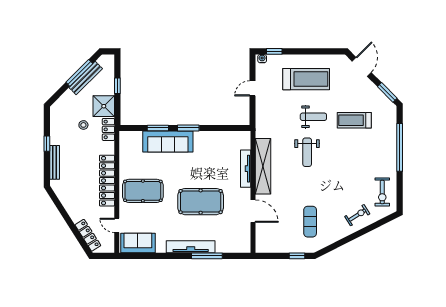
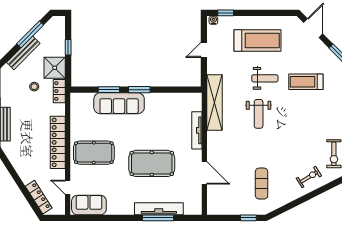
bench: (86, 78) -> (23, 53), moved
shelving: (263, 166) -> (214, 102), moved
tv unit: (191, 247) -> (159, 209), moved

